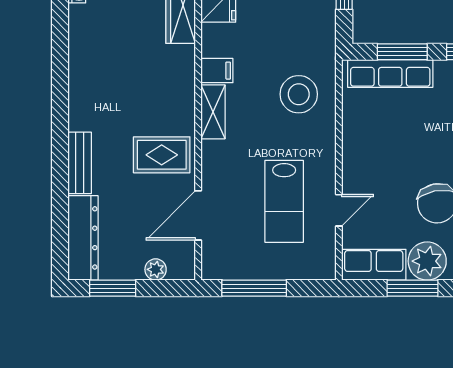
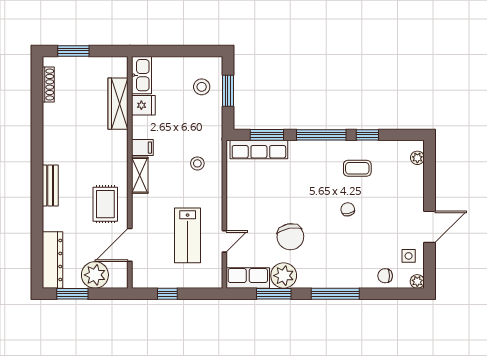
stool: (299, 94) -> (197, 163), width x0.53, depth x0.53
rug: (162, 155) -> (105, 204), turned 90
bench: (80, 163) -> (50, 186), moved
plant: (156, 269) -> (95, 275), width x1.87, depth x1.87
window: (254, 288) -> (167, 294), width x0.46

